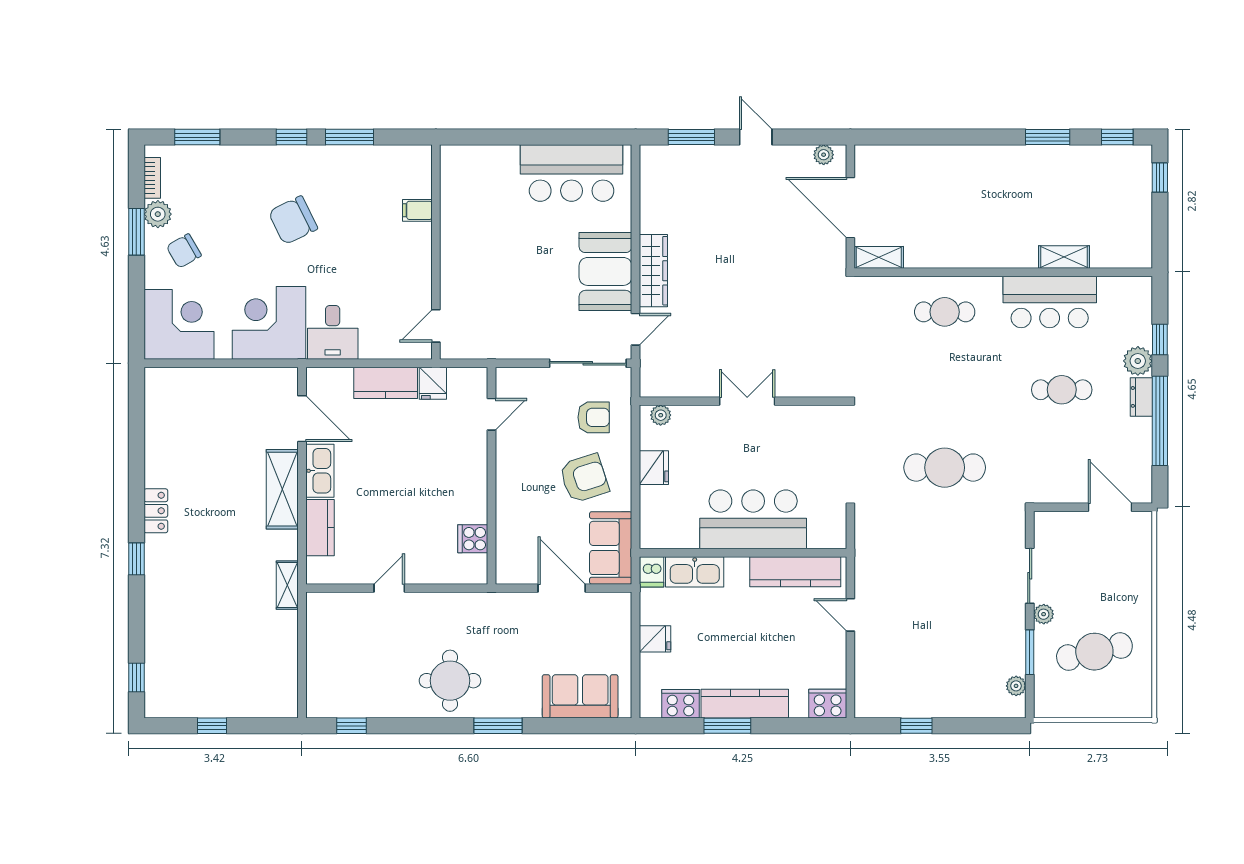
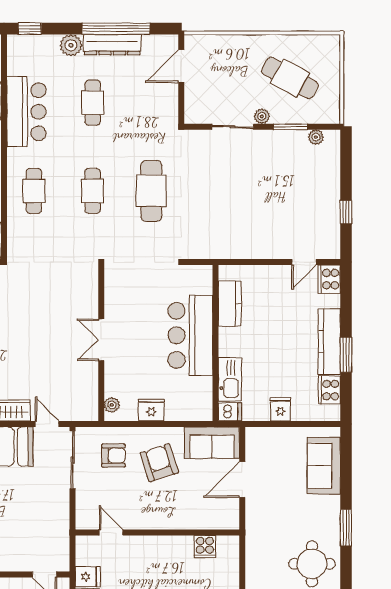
window: (1160, 339) -> (30, 29), moved
cafe table: (945, 390) -> (93, 191), added
dresser: (1141, 397) -> (112, 45), width x1.96, depth x1.24
armchair: (594, 417) -> (113, 456), turned 90
kitchen counter: (795, 572) -> (230, 304), width x0.67
door: (850, 615) -> (304, 262), moved
cafe table: (1094, 652) -> (290, 78), turned -48

